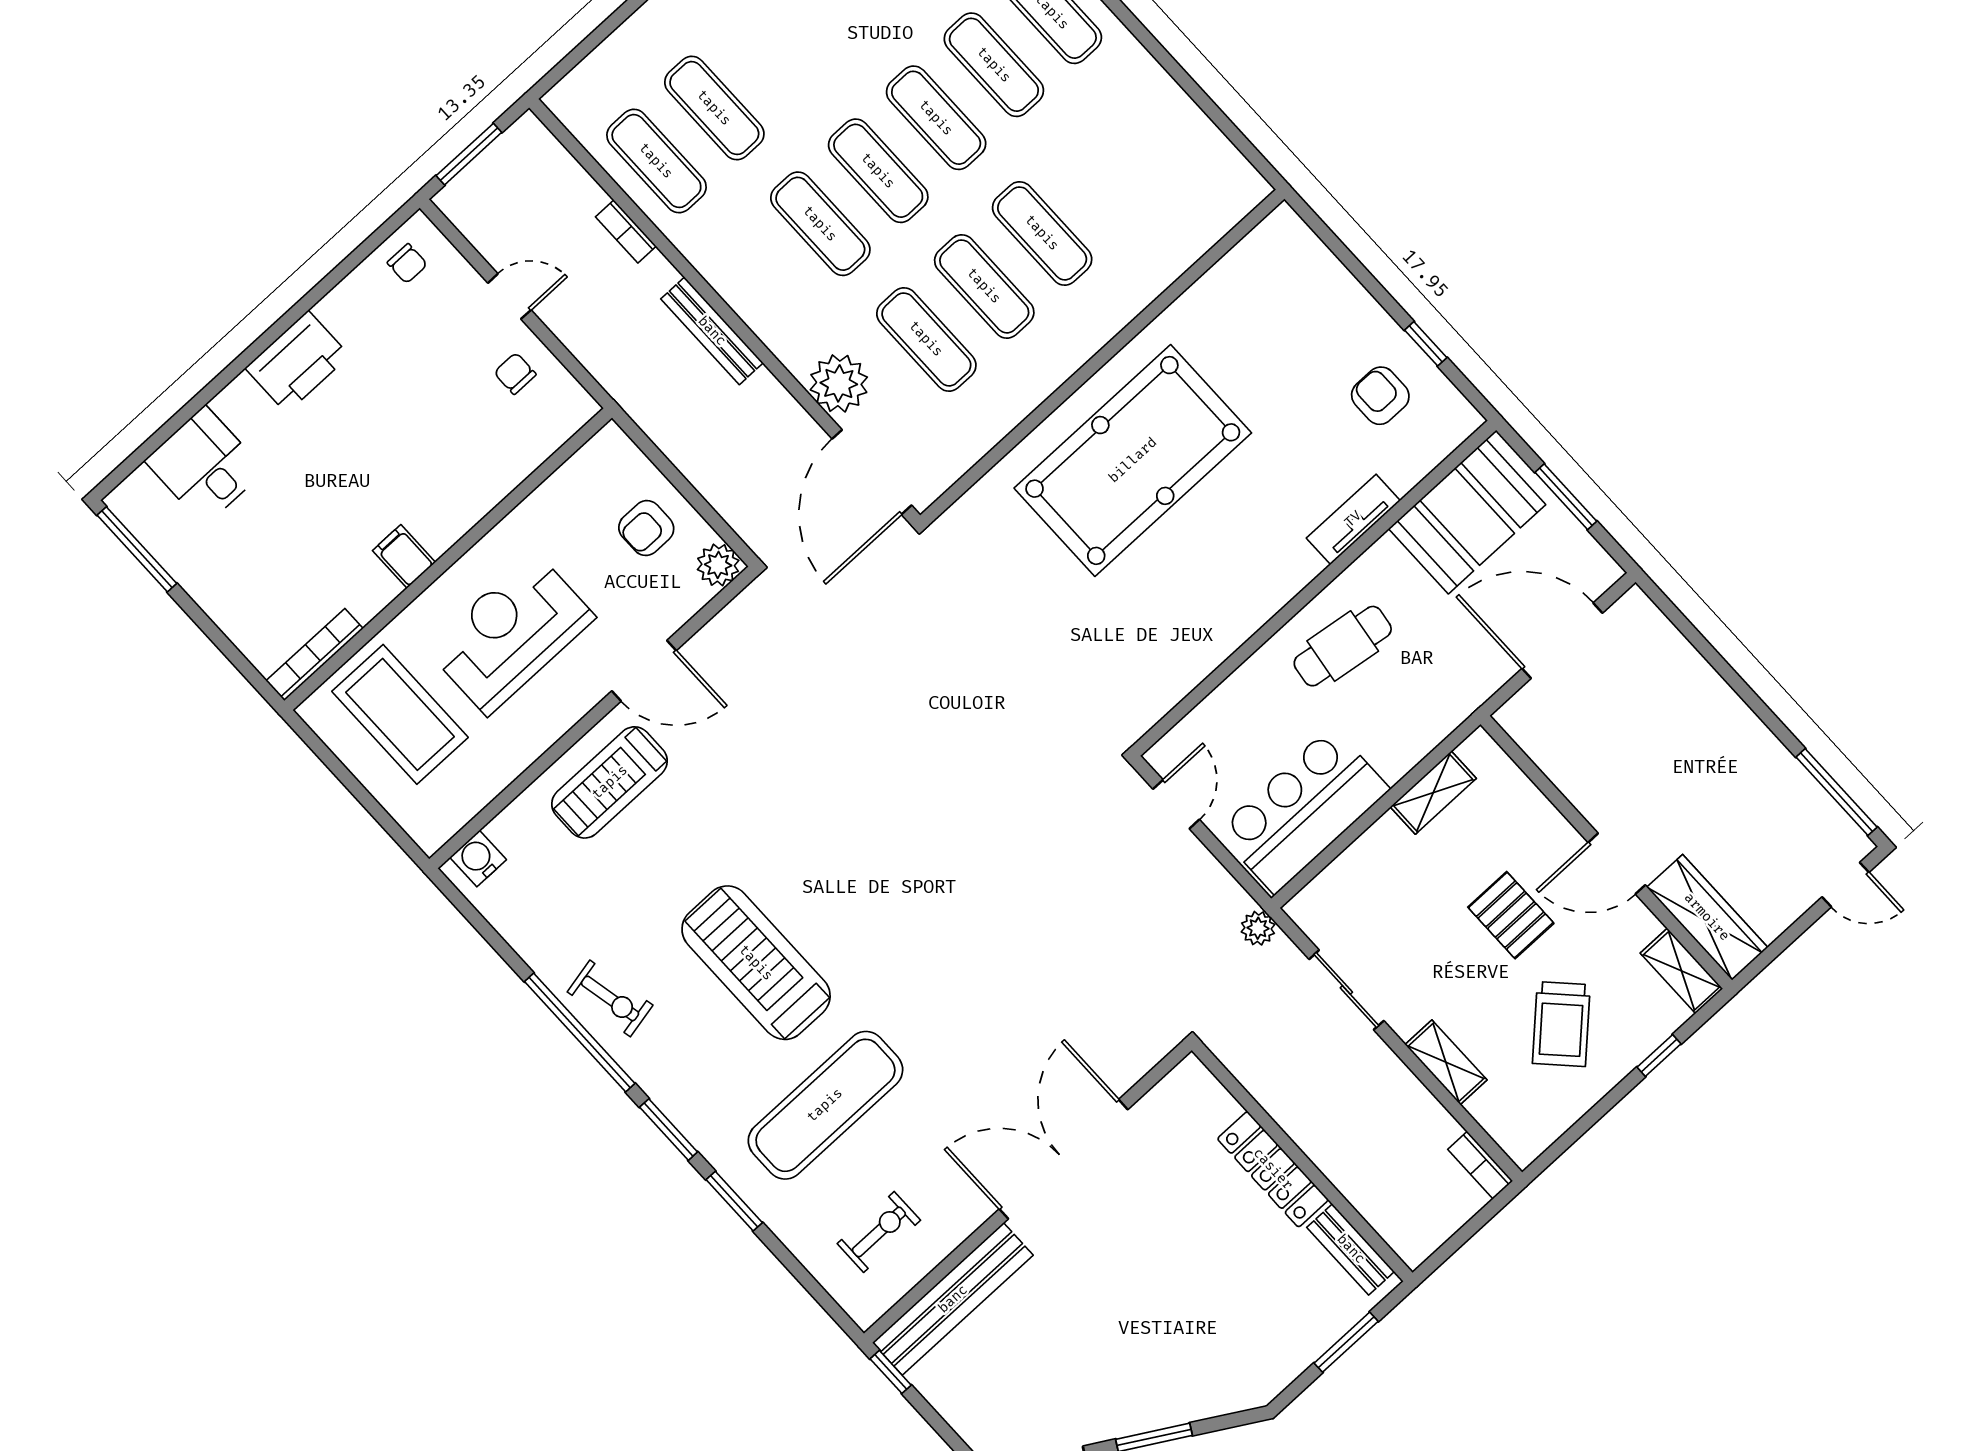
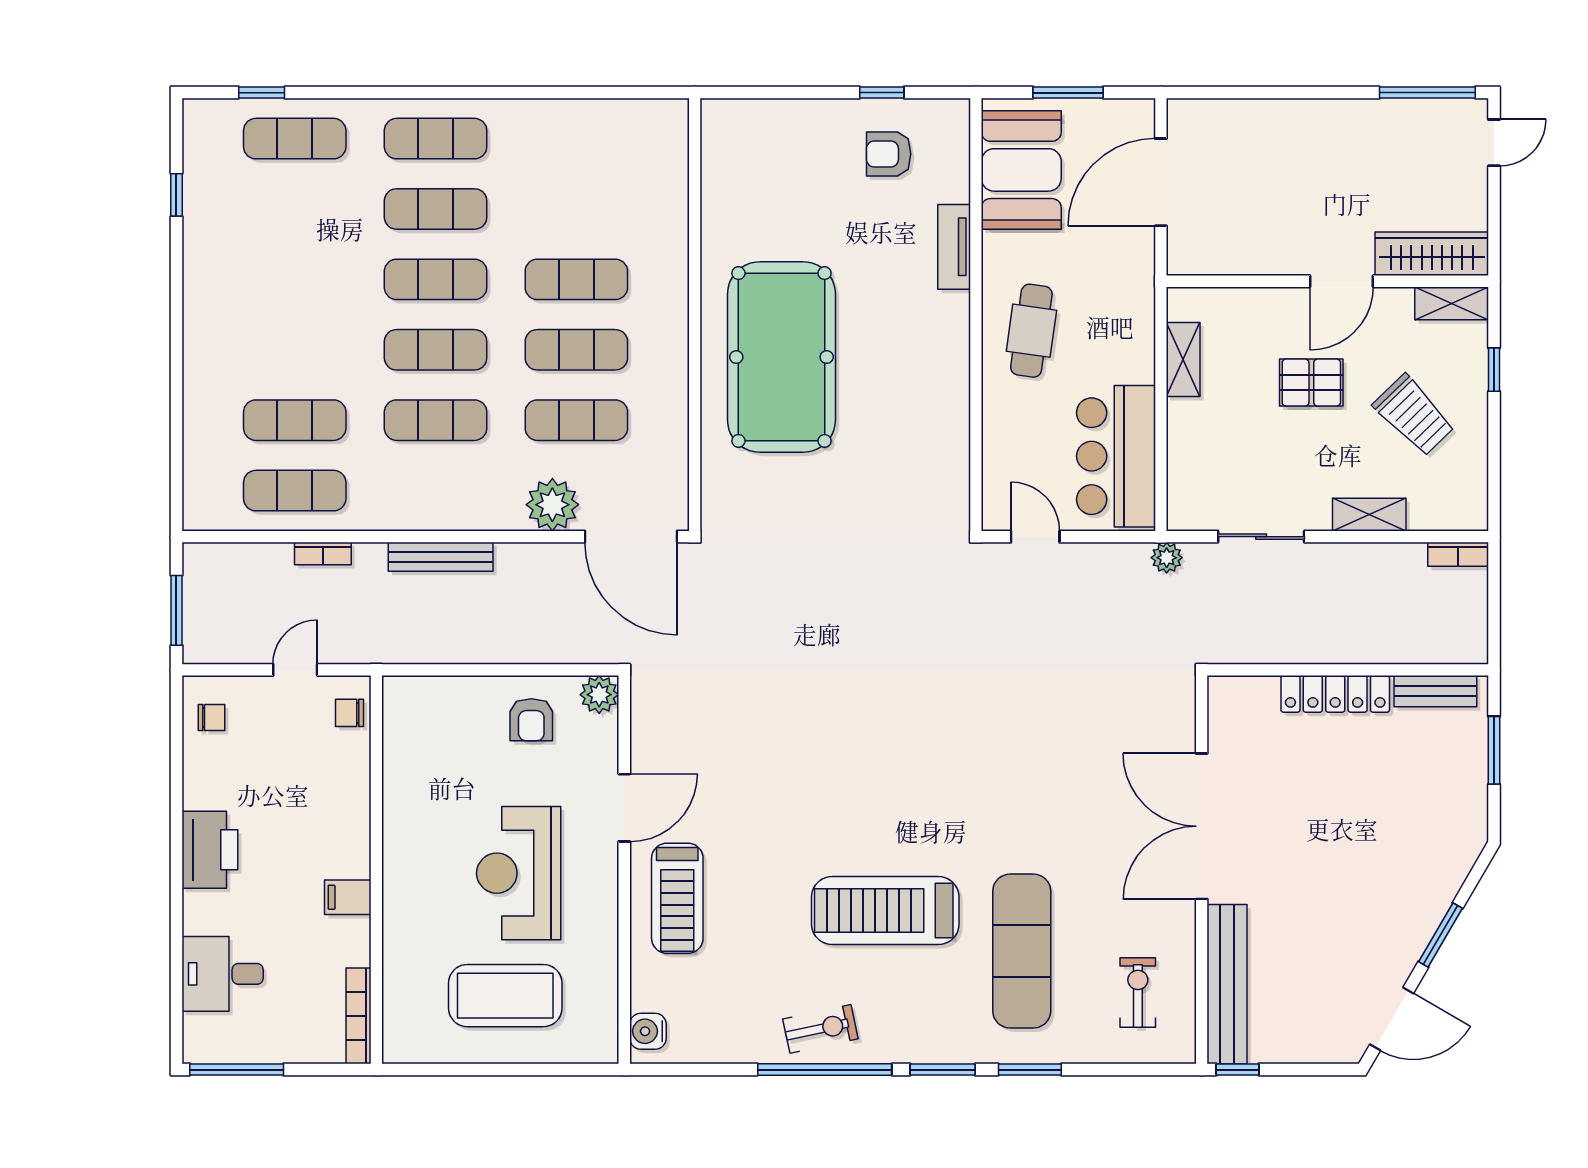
filing cabinet: (404, 556) -> (348, 897), moved
wall: (448, 559) -> (376, 870), moved
bookcase: (315, 655) -> (358, 1016), moved

